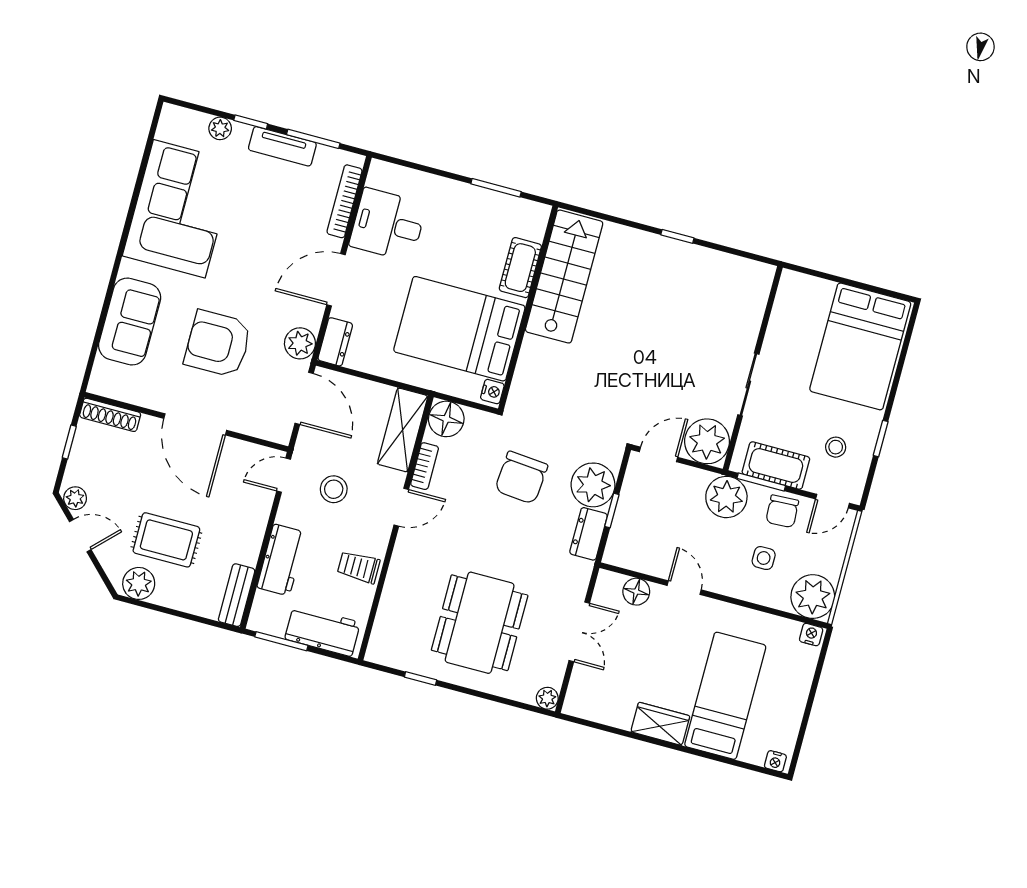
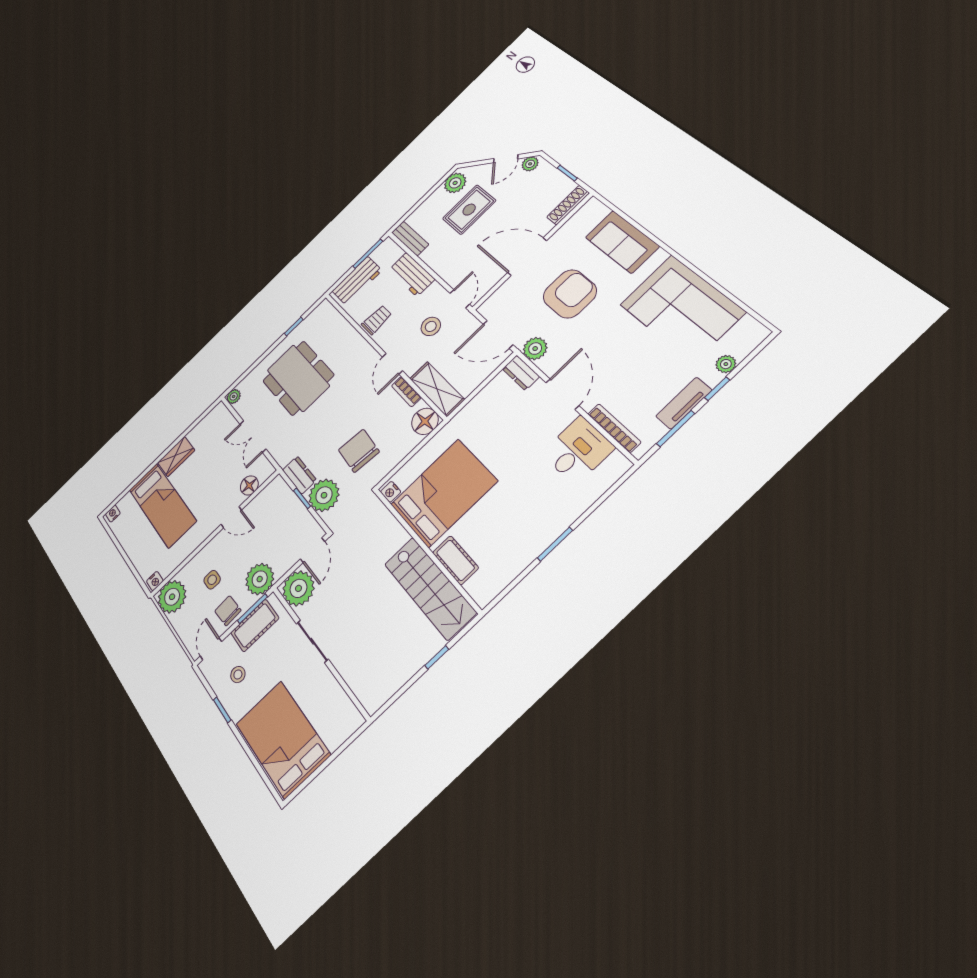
cot: (520, 268) -> (455, 560), moved
stairs: (564, 277) -> (430, 588), moved
wall: (528, 308) -> (426, 549), moved
bed: (459, 329) -> (444, 493), moved
nightstand: (492, 392) -> (391, 492), moved

